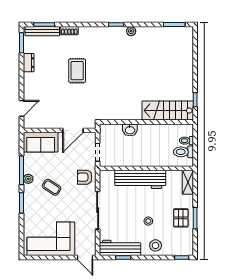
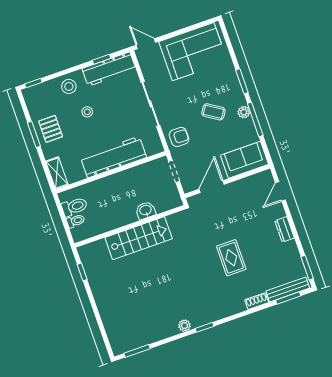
dresser: (29, 63) -> (285, 229), moved
stairs: (168, 111) -> (139, 238), moved

